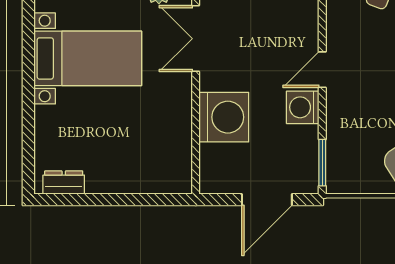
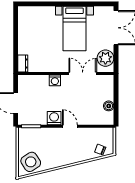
washing machine: (224, 117) -> (55, 80), width x0.53, depth x0.53
dresser: (64, 182) -> (23, 63), moved

